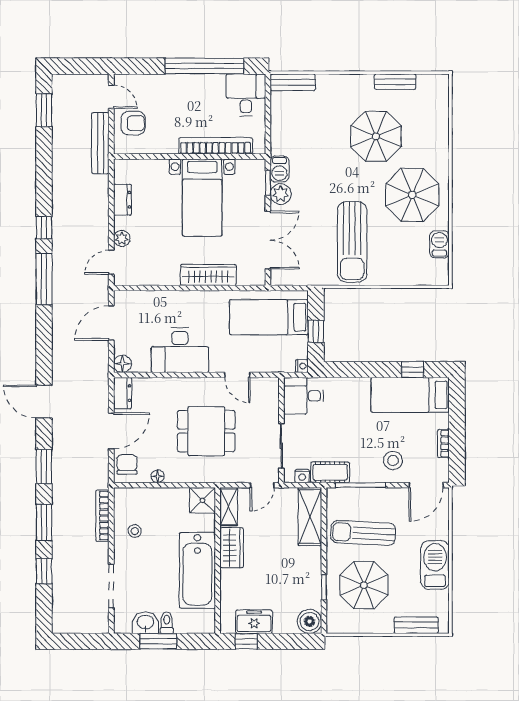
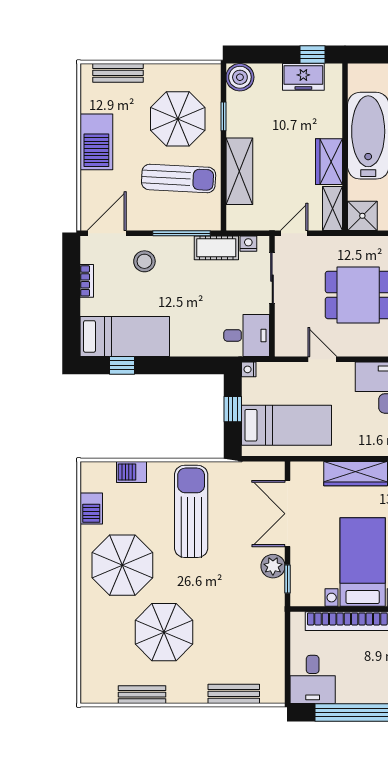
bench: (293, 82) -> (234, 694), moved
barbecue: (279, 169) -> (132, 472), moved, turned -90
shelving: (310, 517) -> (239, 171), moved

